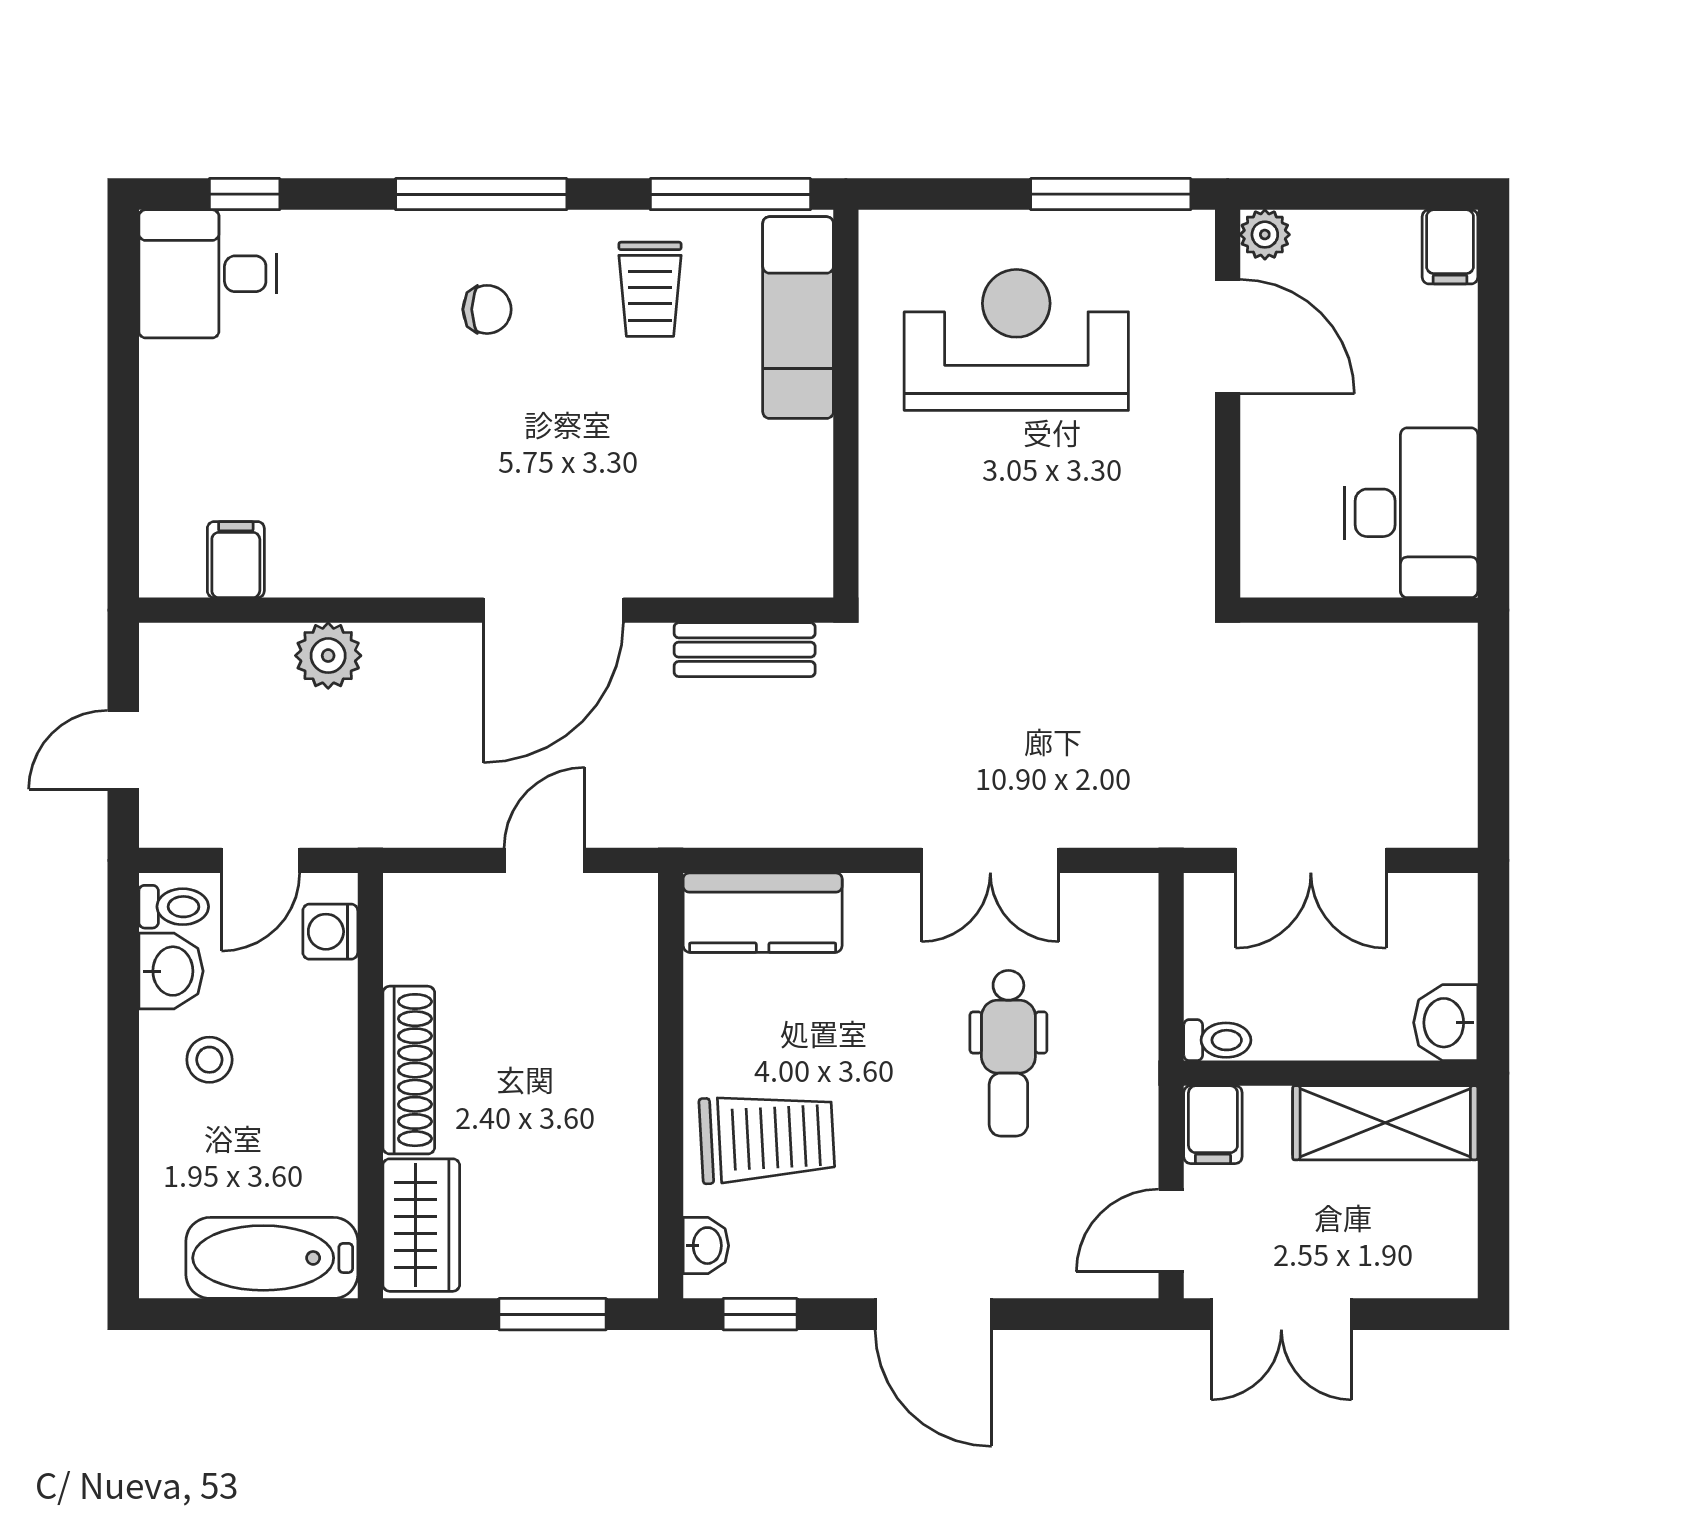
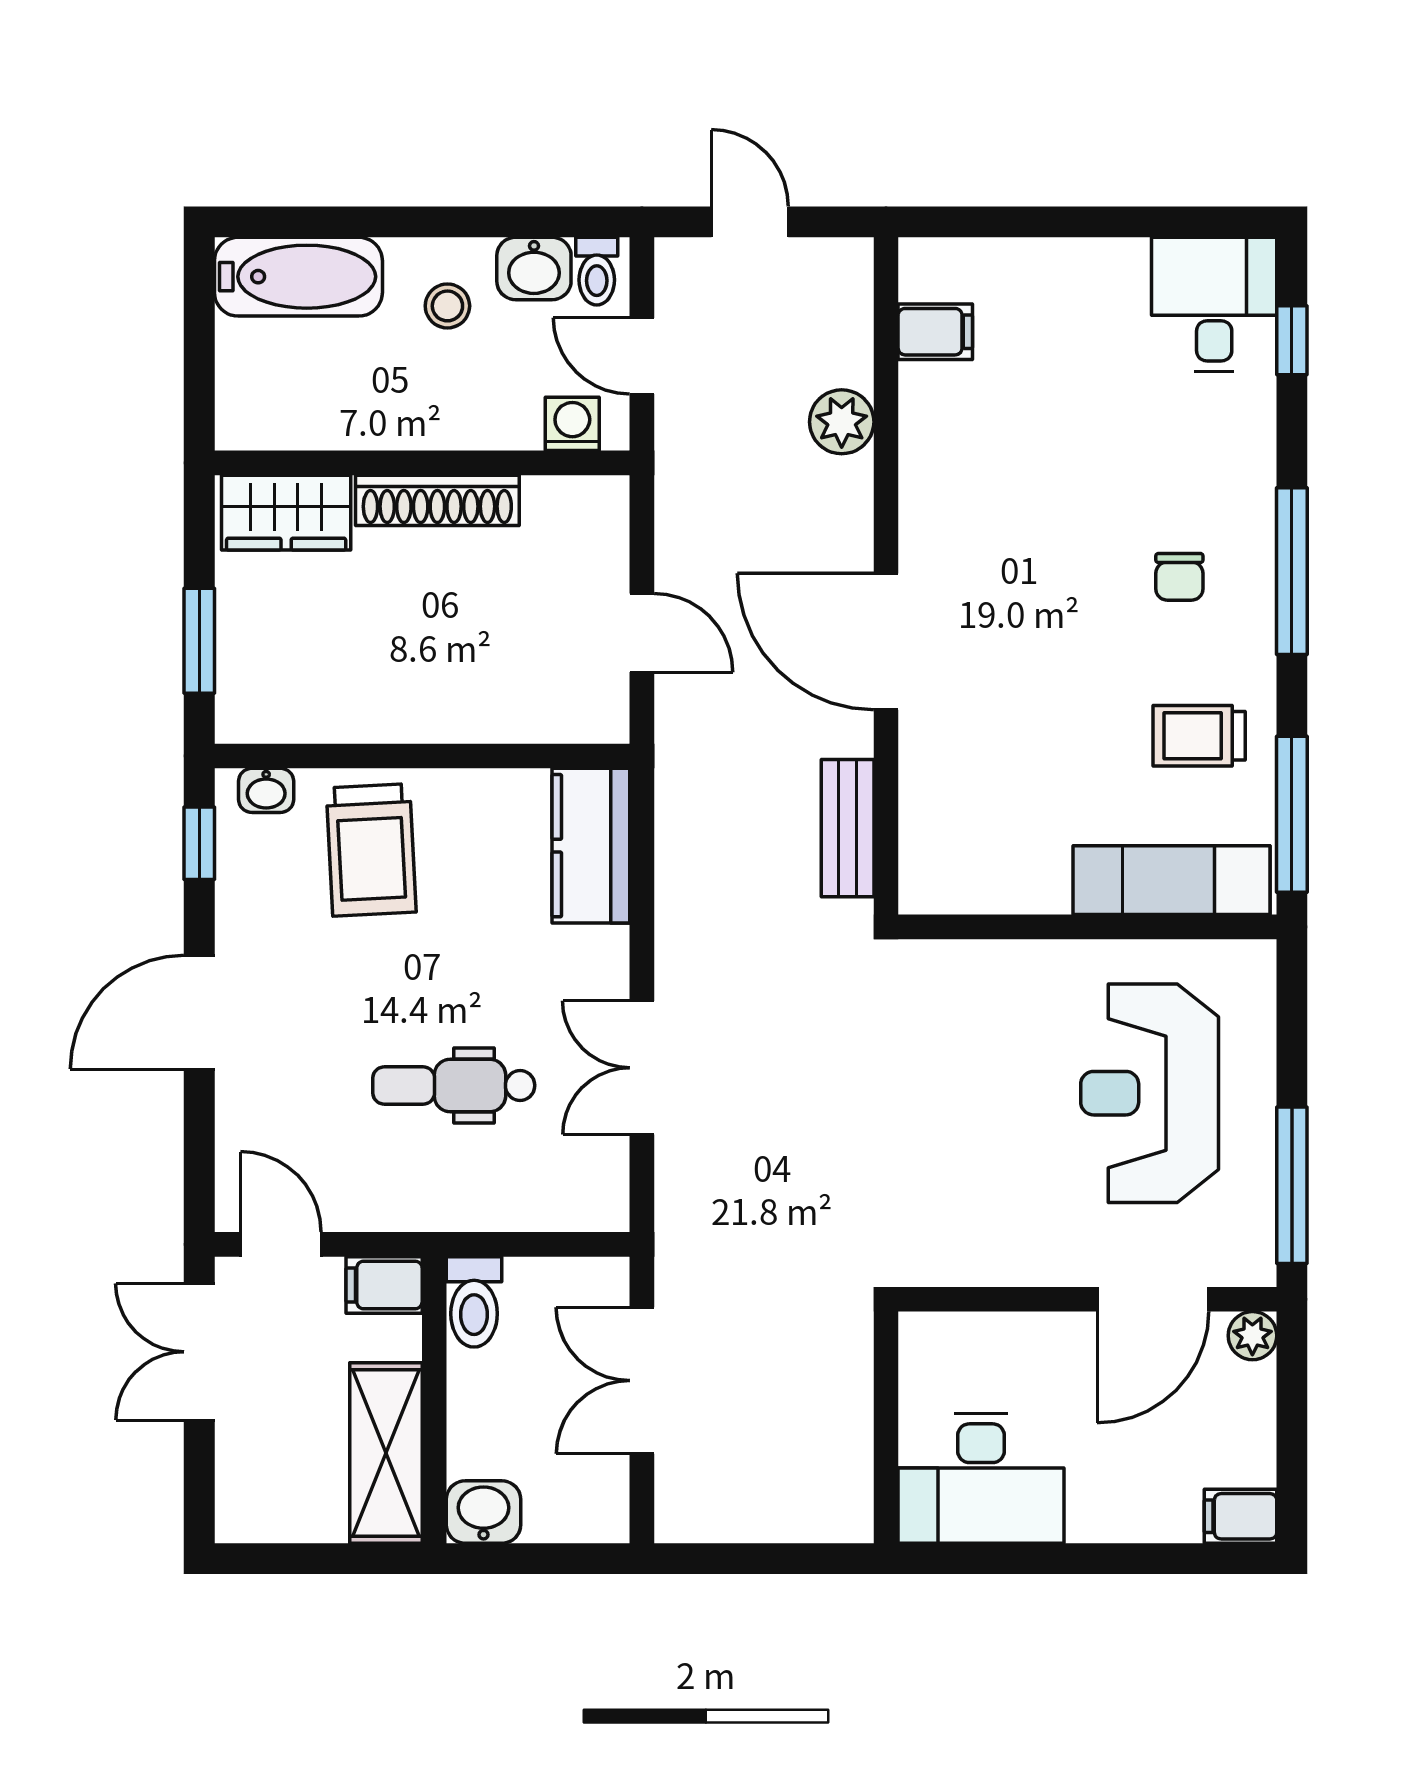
reception desk: (1016, 340) -> (1150, 1093), turned 180
toilet: (1217, 1040) -> (474, 1302), width x1.37, depth x1.39
bathtub: (272, 1258) -> (298, 277), moved, turned 90

